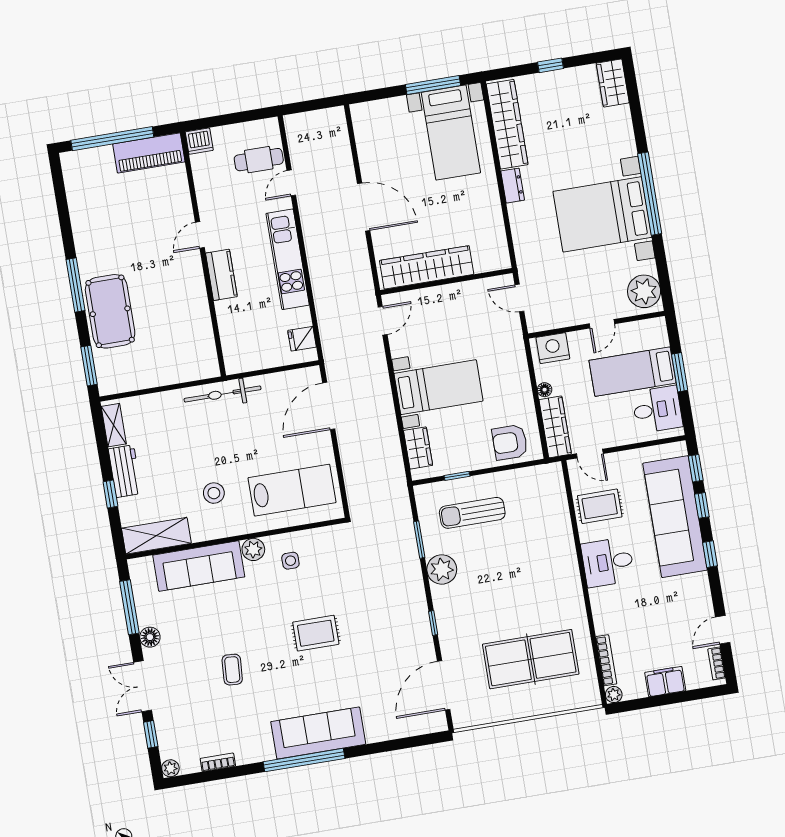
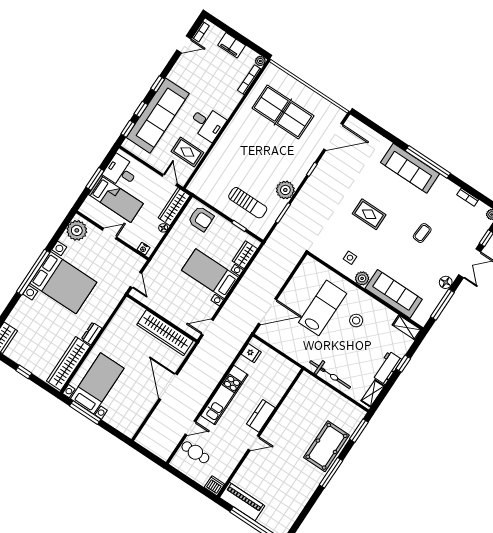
nightstand: (553, 348) -> (143, 249), width x0.53, depth x0.56
bicycle: (223, 394) -> (330, 375), moved
lab bench: (292, 490) -> (323, 308), moved, turned 90
shelving: (156, 536) -> (407, 327), width x0.67, depth x0.75

